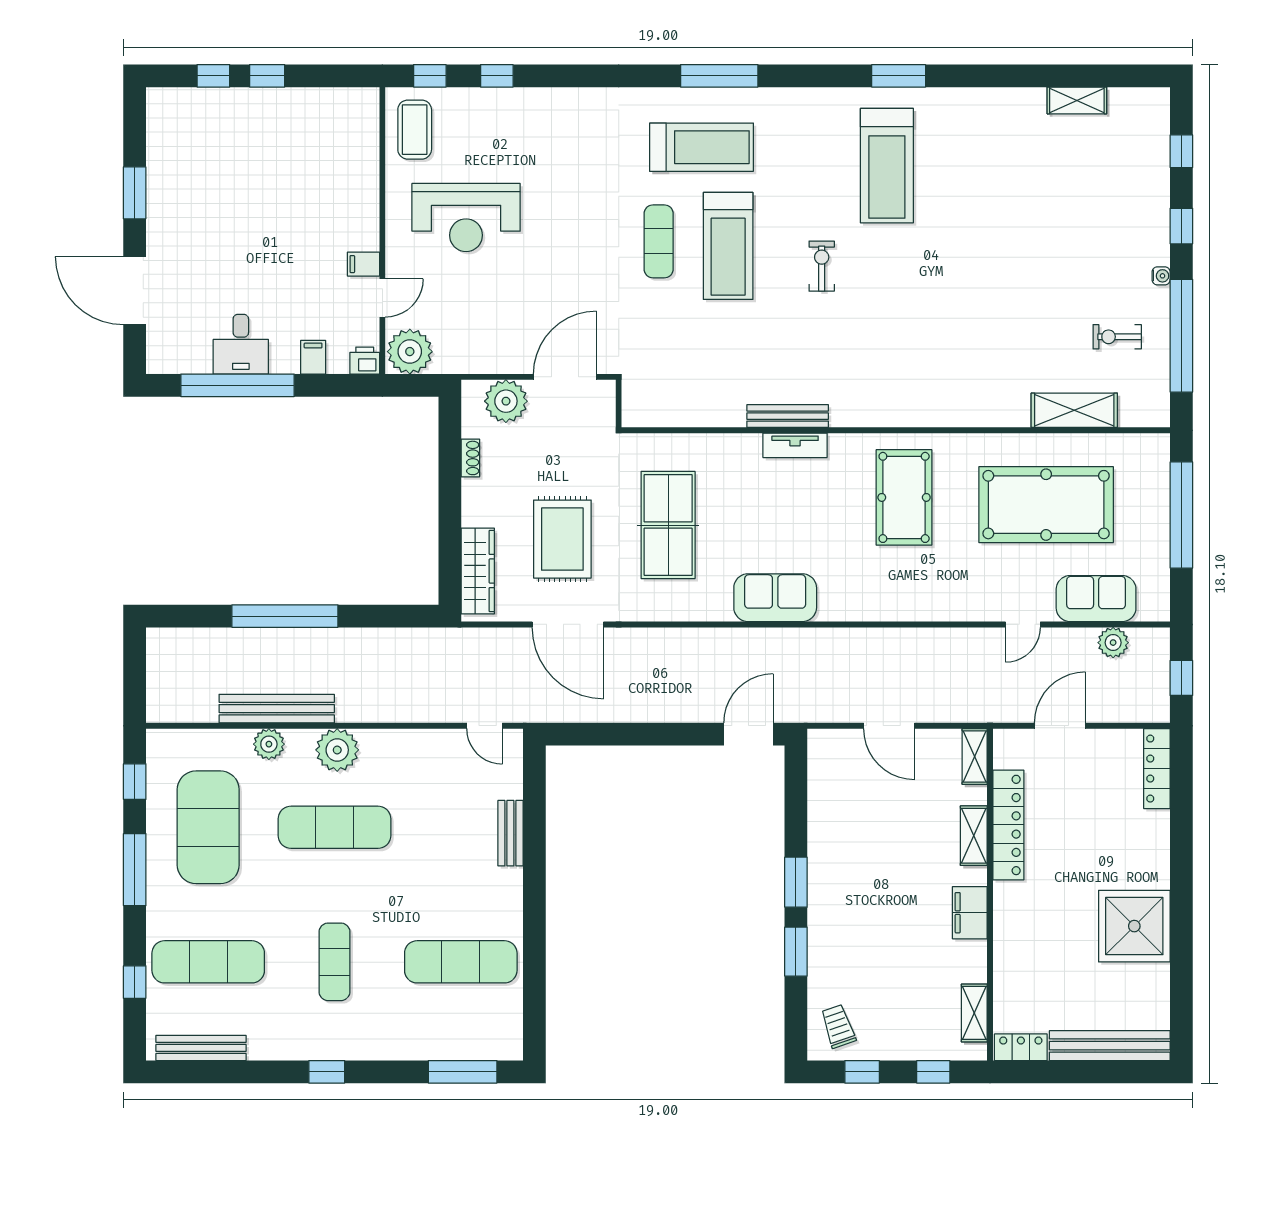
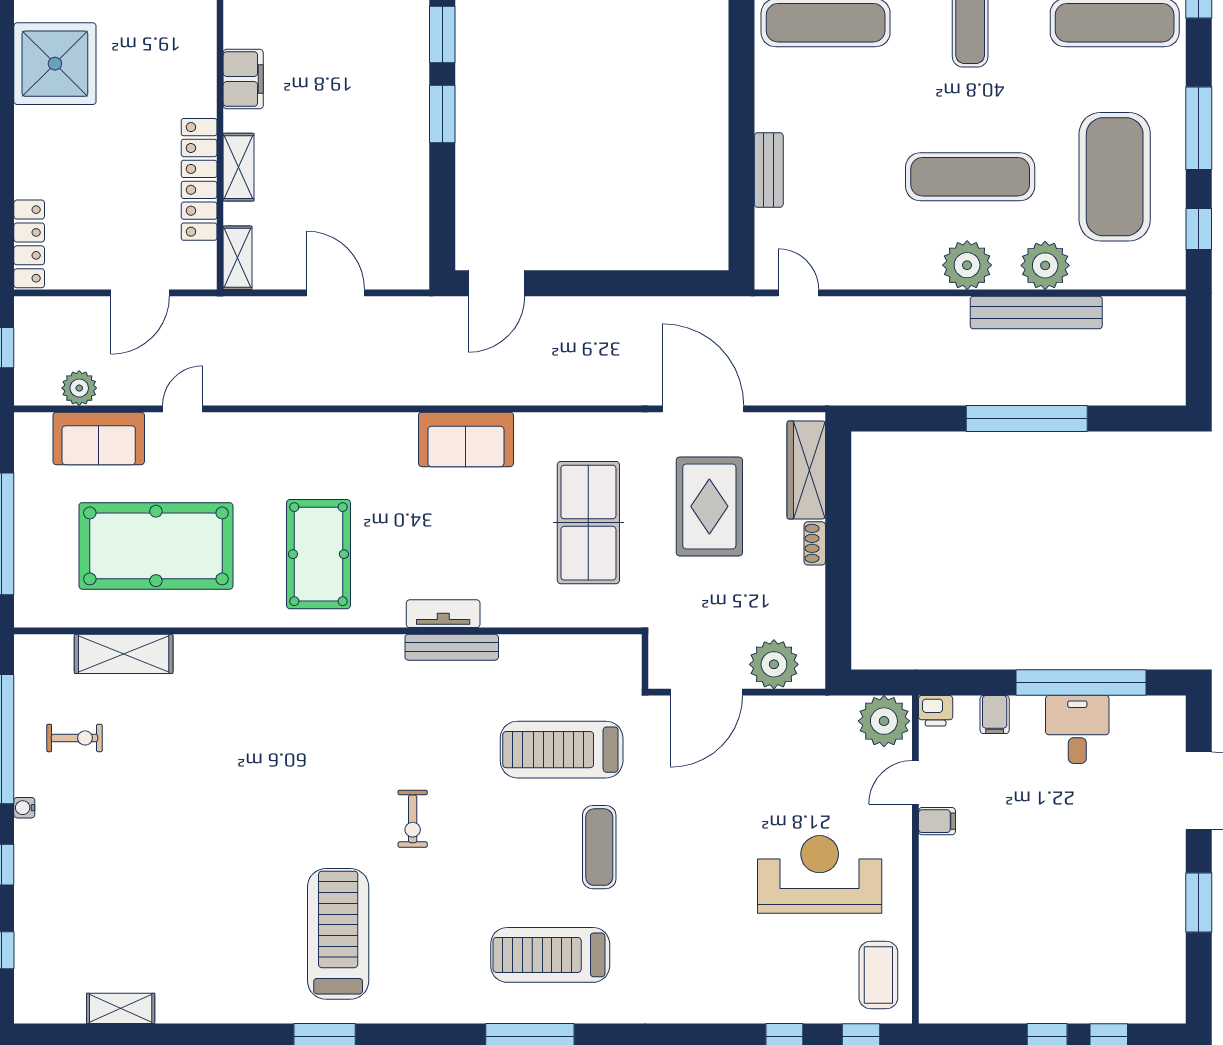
treadmill: (728, 246) -> (562, 750), moved, turned -90
shoe rack: (470, 458) -> (815, 543), moved
plant: (269, 744) -> (1045, 265), width x1.36, depth x1.36

